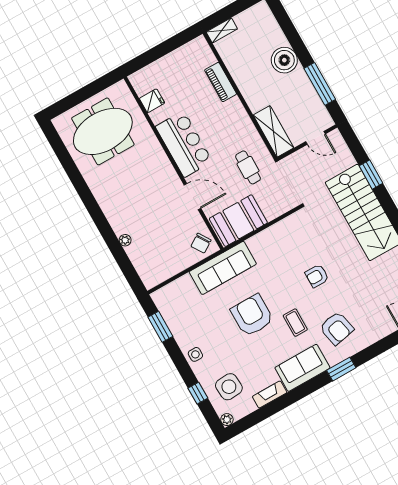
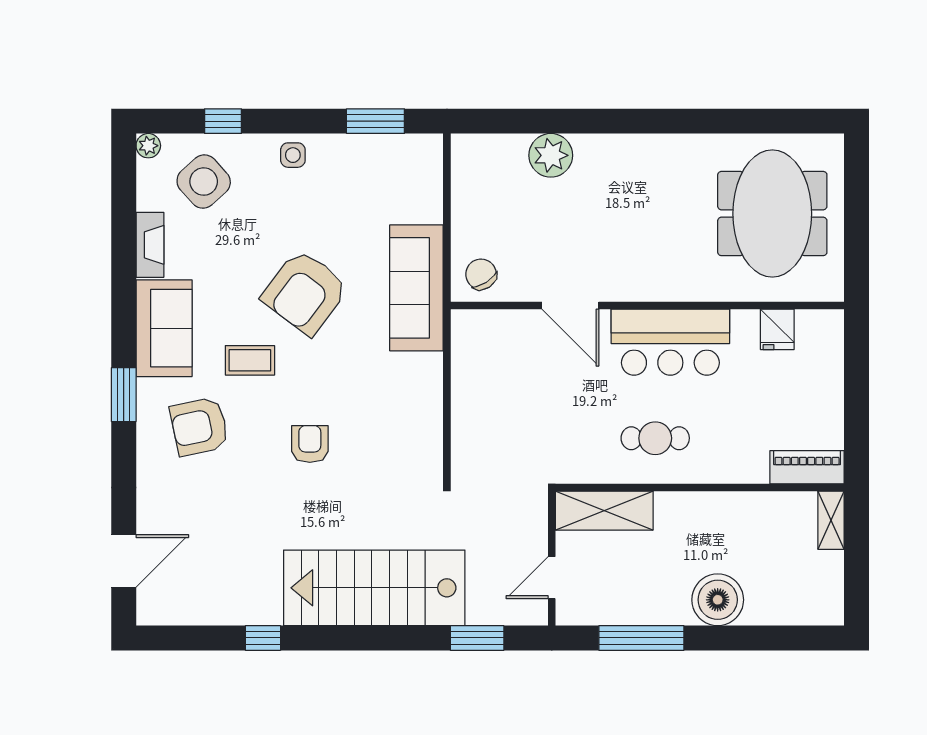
piano: (221, 82) -> (807, 467), moved
cafe table: (248, 167) -> (655, 438), moved
window: (371, 175) -> (477, 638), moved
door: (193, 197) -> (570, 306), hinge flipped
booth: (238, 221) -> (483, 362), removed
plant: (125, 240) -> (551, 155), width x1.87, depth x1.87
armchair: (252, 315) -> (305, 292), turned 127
side table: (229, 387) -> (204, 182), turned -38

